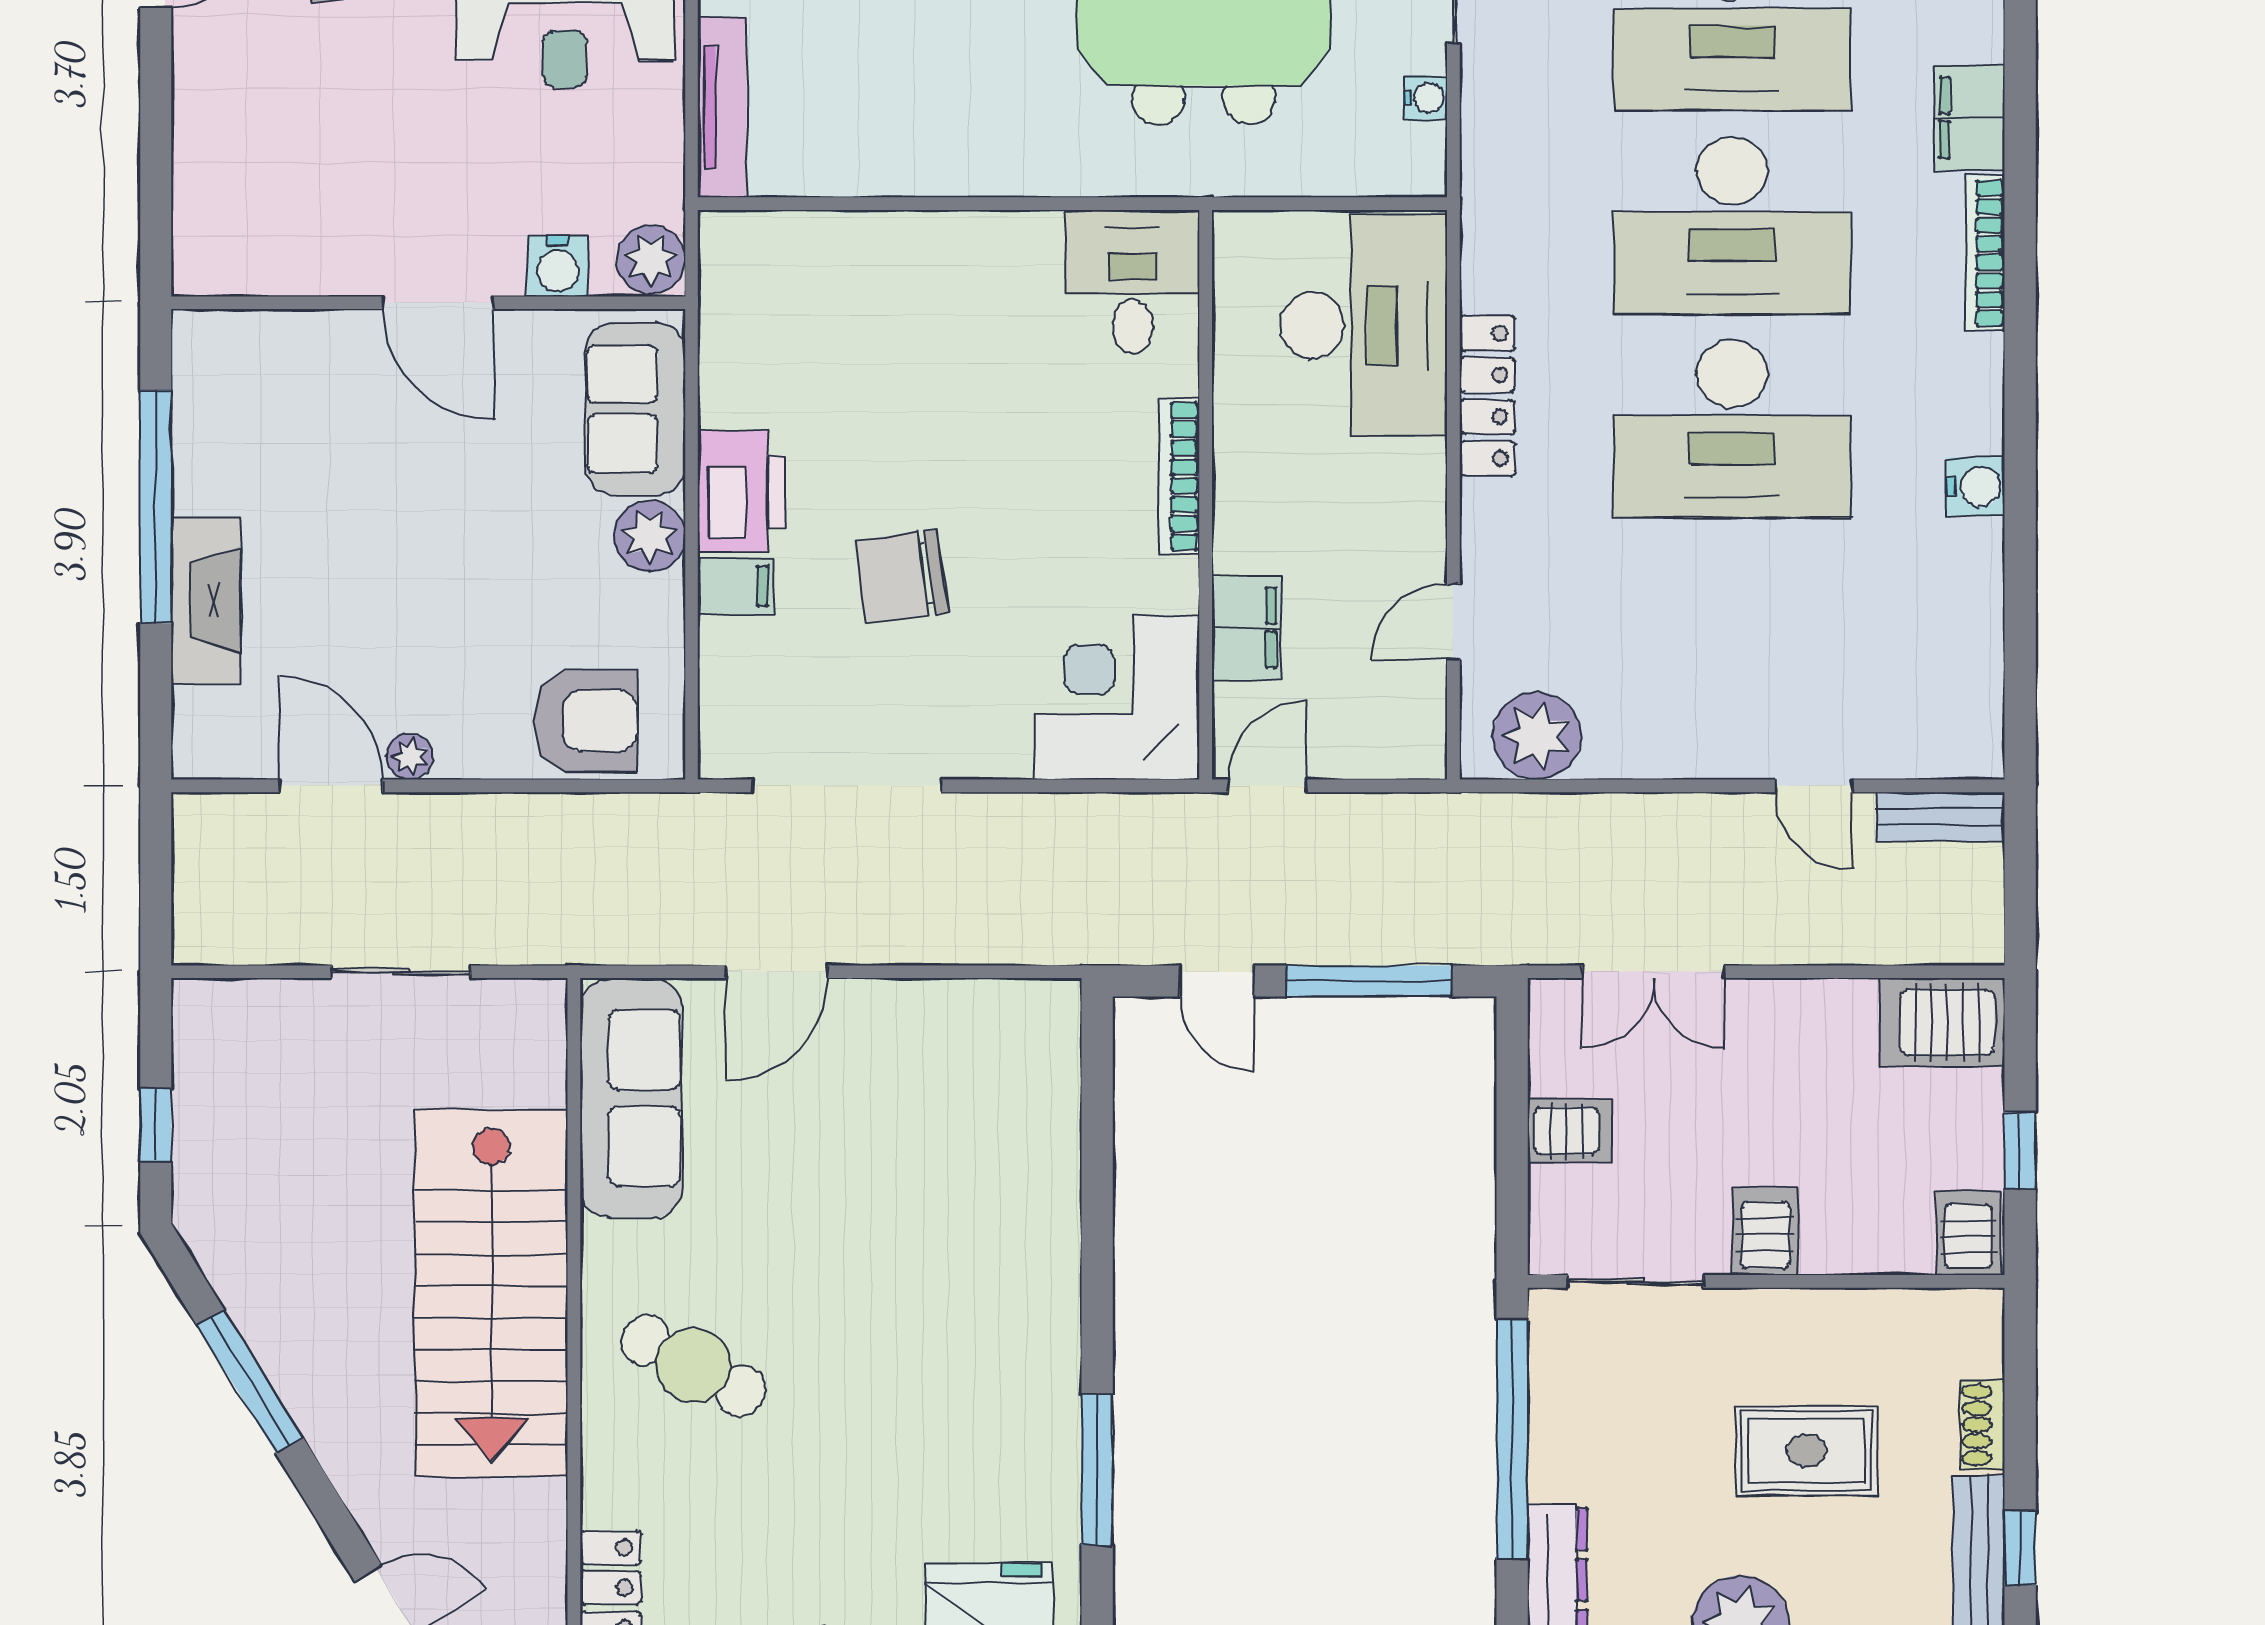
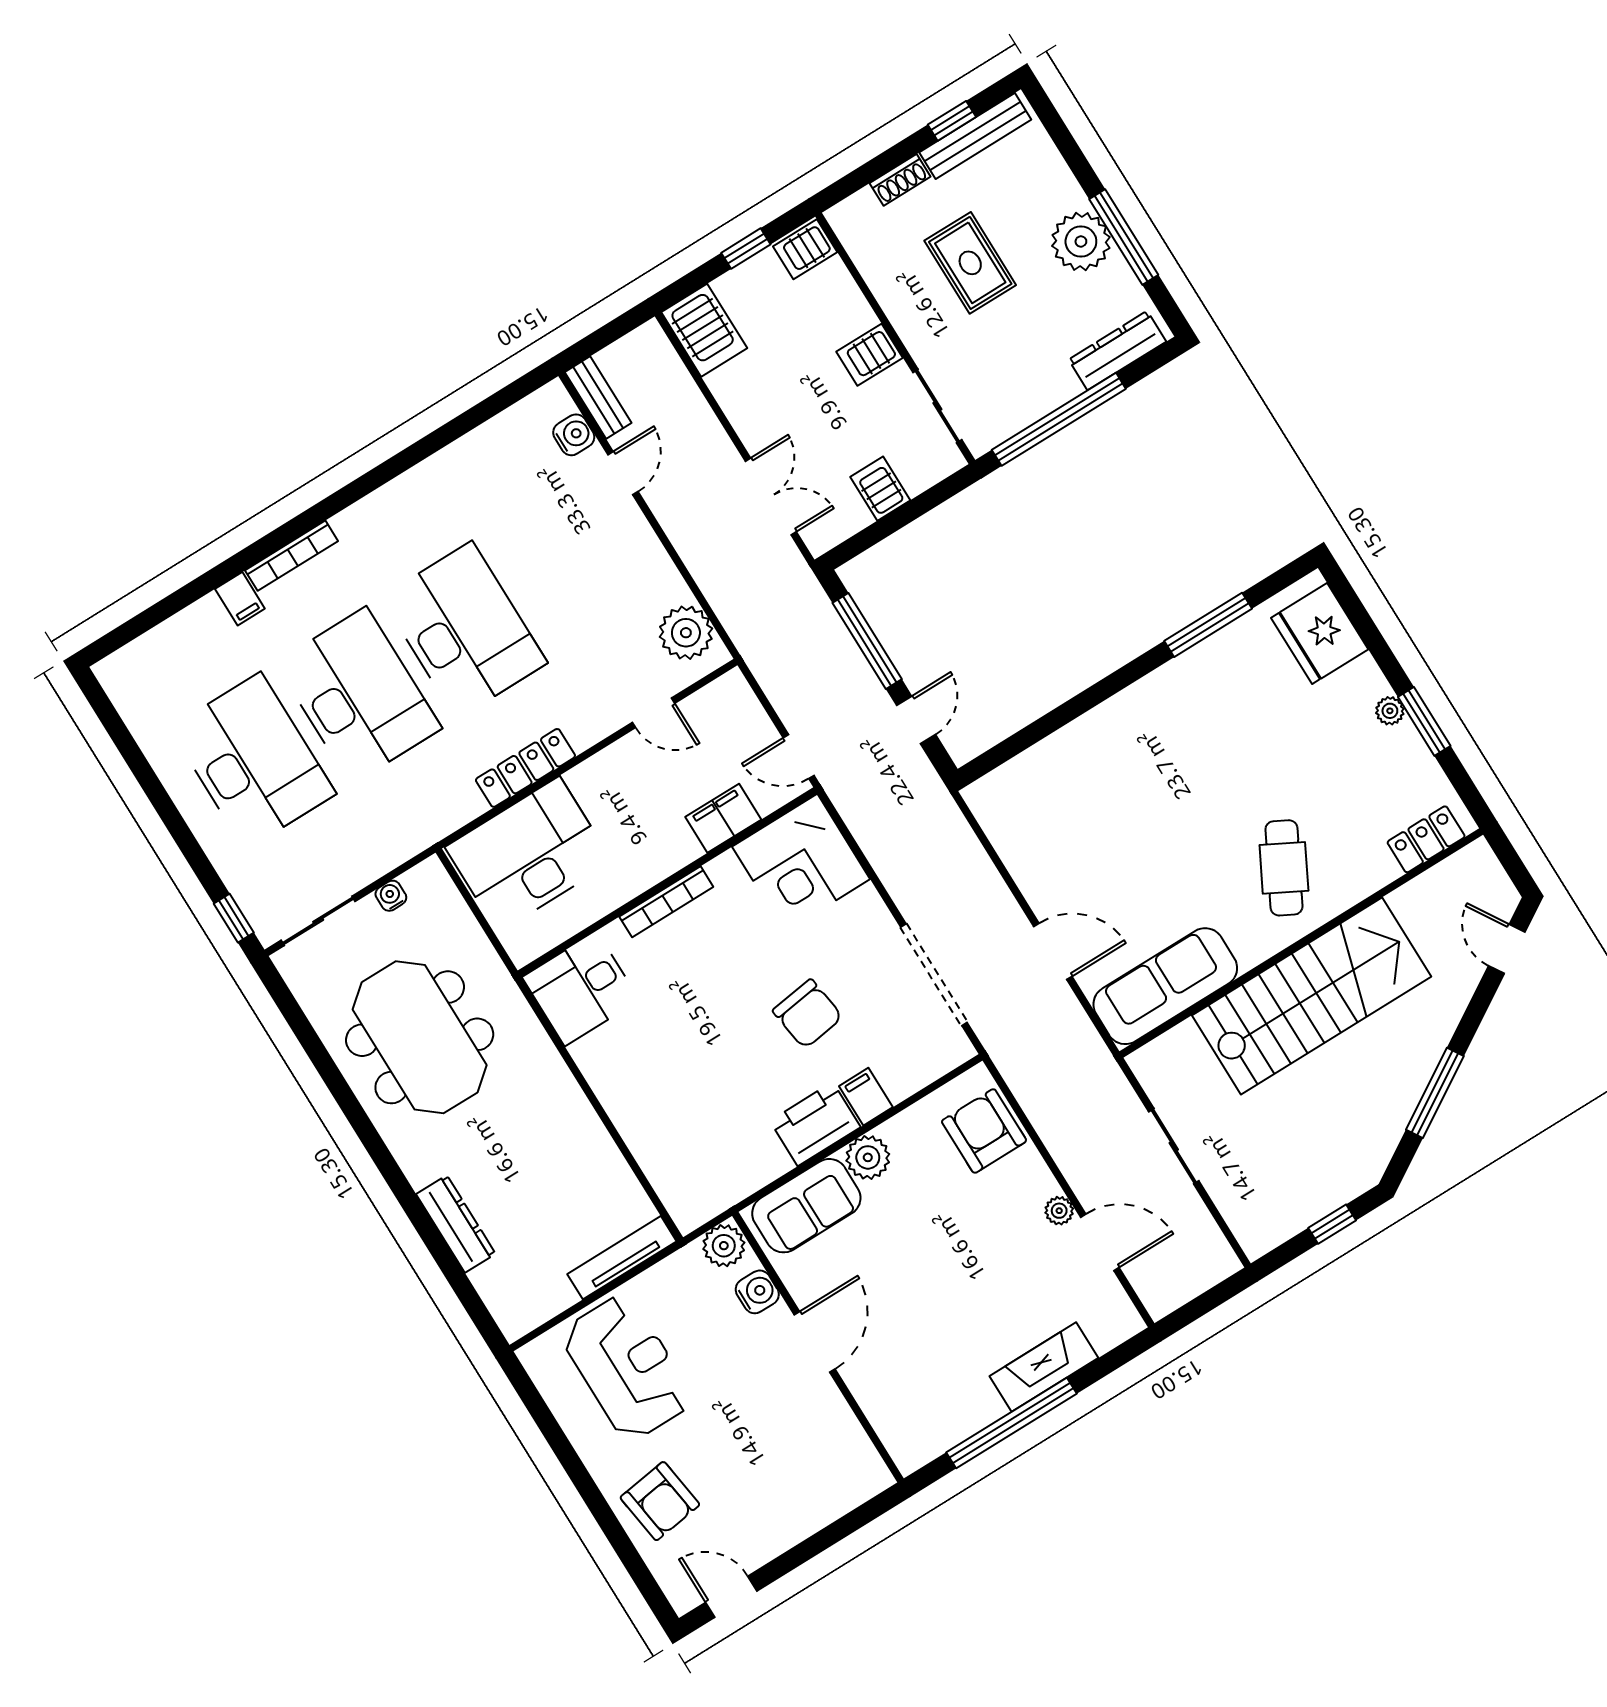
filing cabinet: (1969, 118) -> (240, 599), width x0.50
water cooler: (1975, 486) -> (574, 435), moved, turned 90
door: (331, 786) -> (1100, 1242), swing flipped

